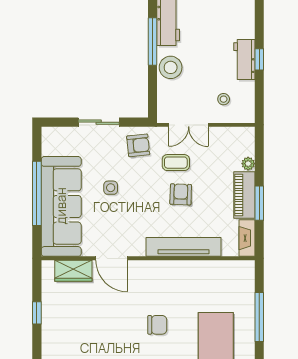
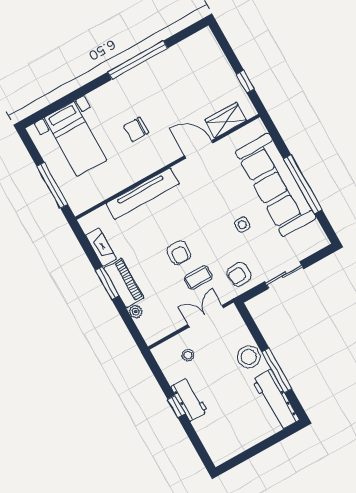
tv unit: (184, 247) -> (143, 194), moved
door: (112, 258) -> (199, 149), moved
wall: (148, 258) -> (168, 167), moved
wardrobe: (73, 271) -> (226, 120), moved

